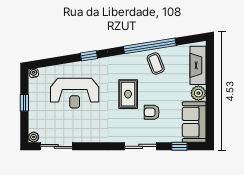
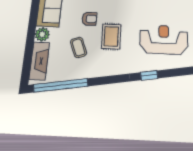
window: (150, 46) -> (61, 85), moved
coffee table: (156, 63) -> (79, 47), moved

